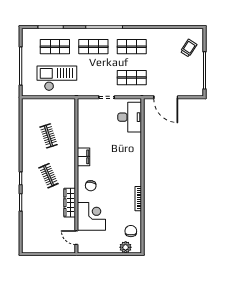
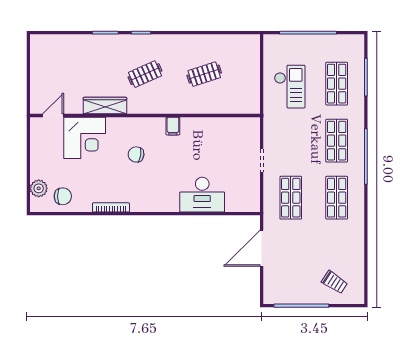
checkout: (57, 78) -> (290, 87), width x0.73, depth x0.83
desk: (130, 117) -> (202, 195), moved
filing cabinet: (84, 157) -> (173, 126), width x0.50
chair: (91, 186) -> (136, 154), moved

